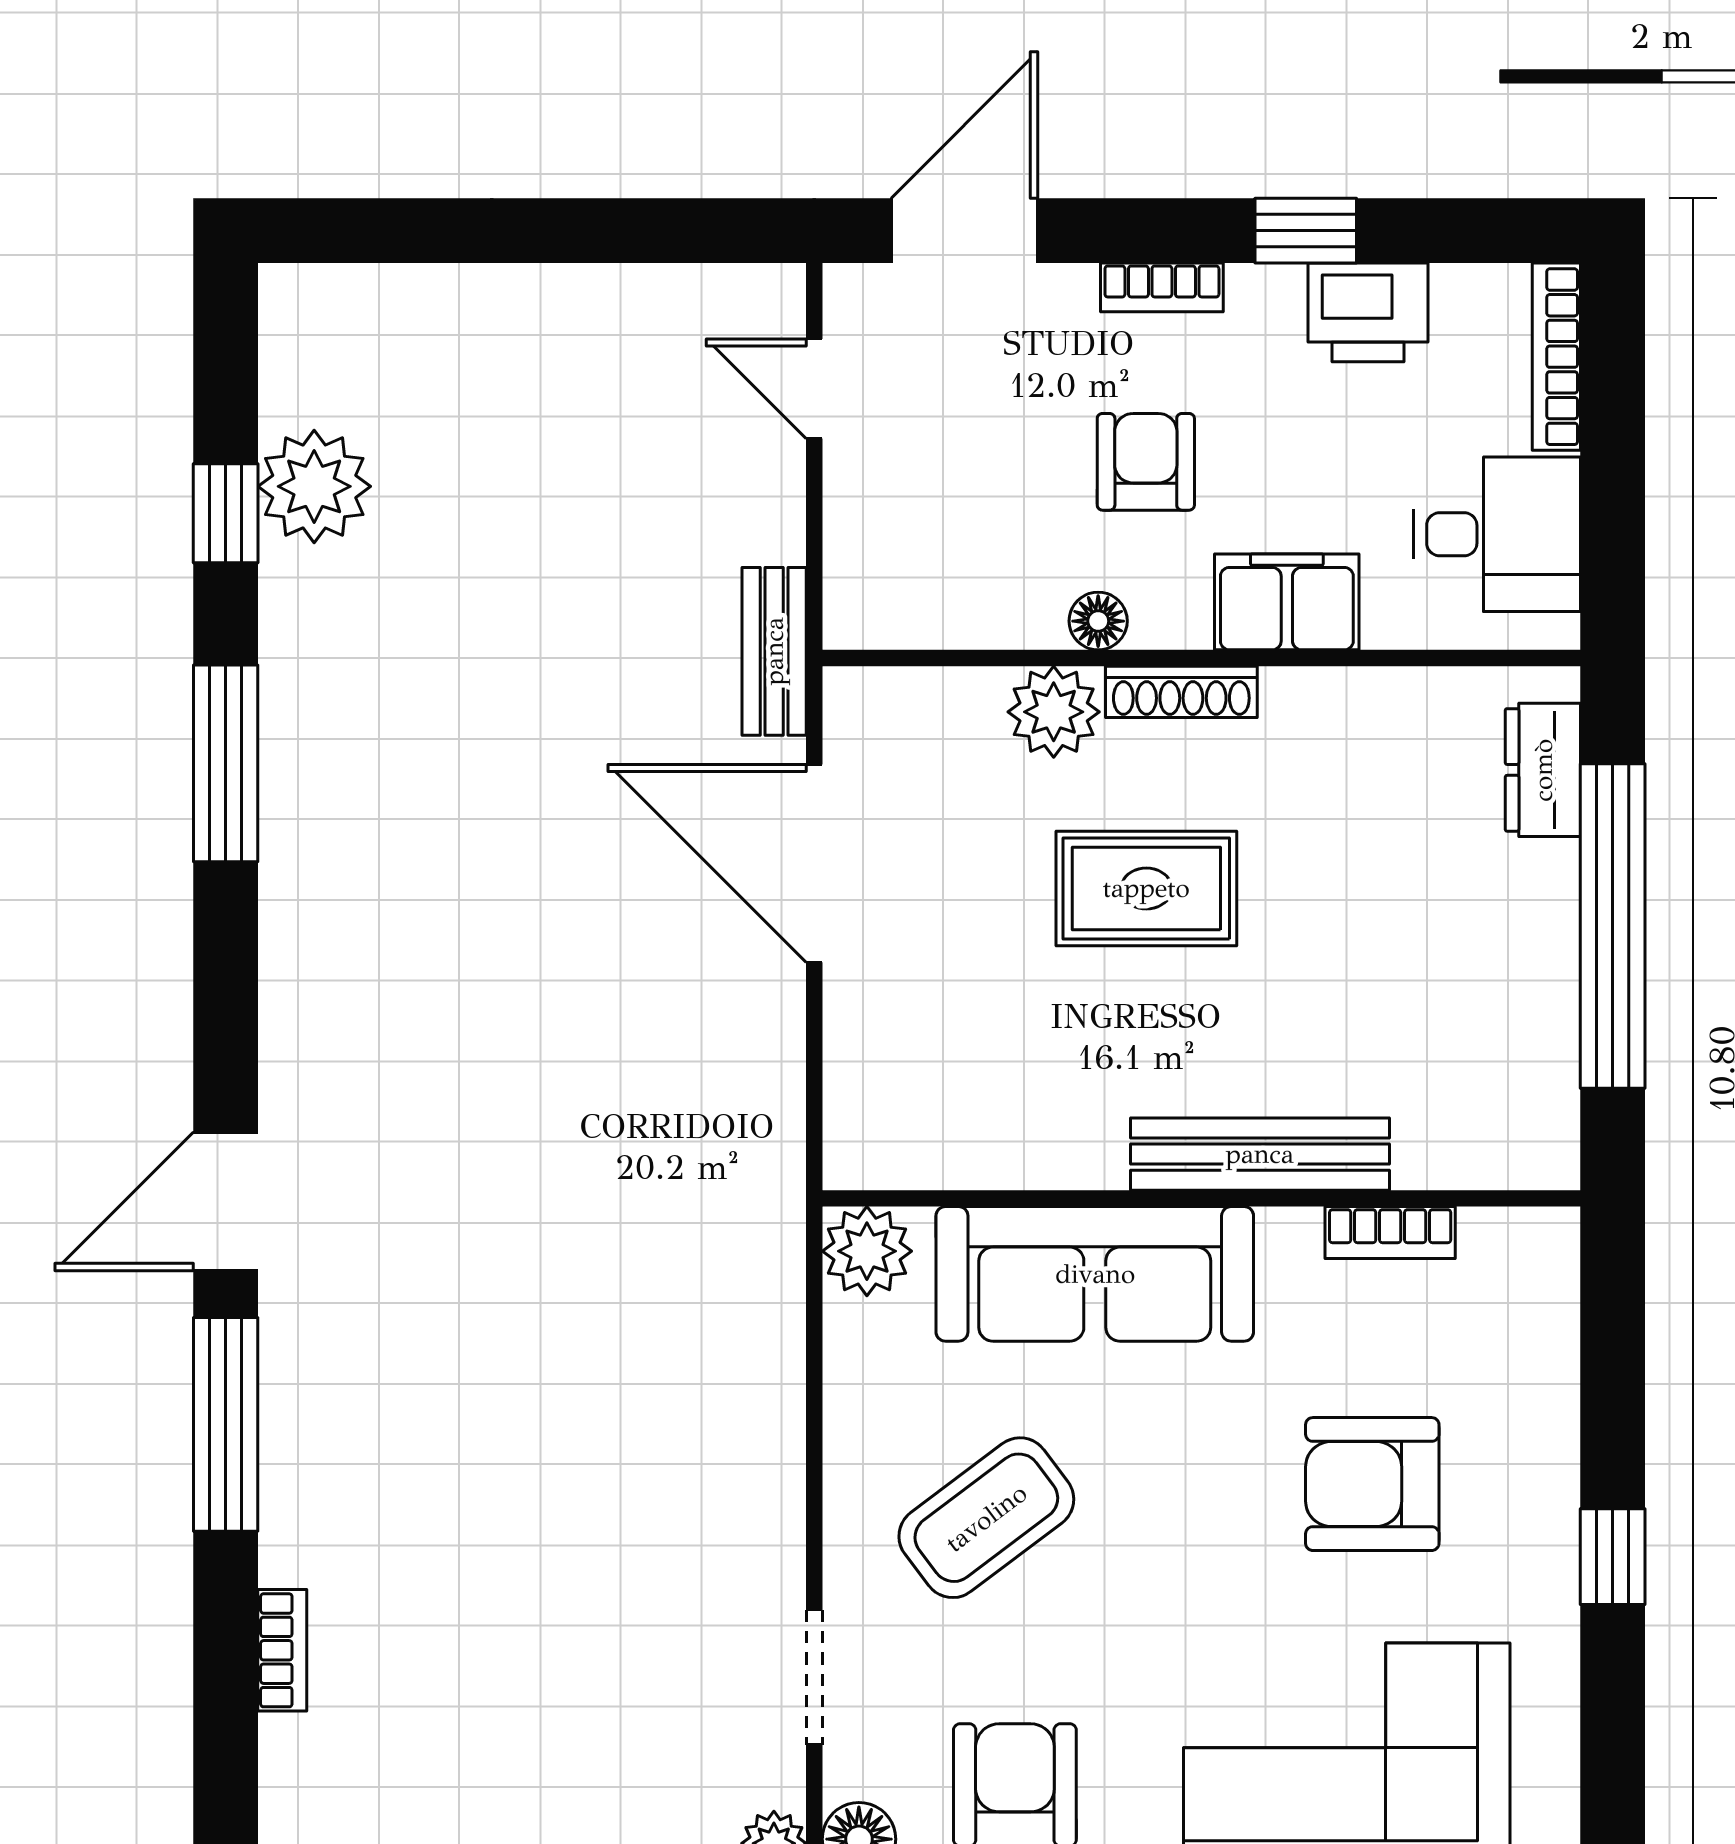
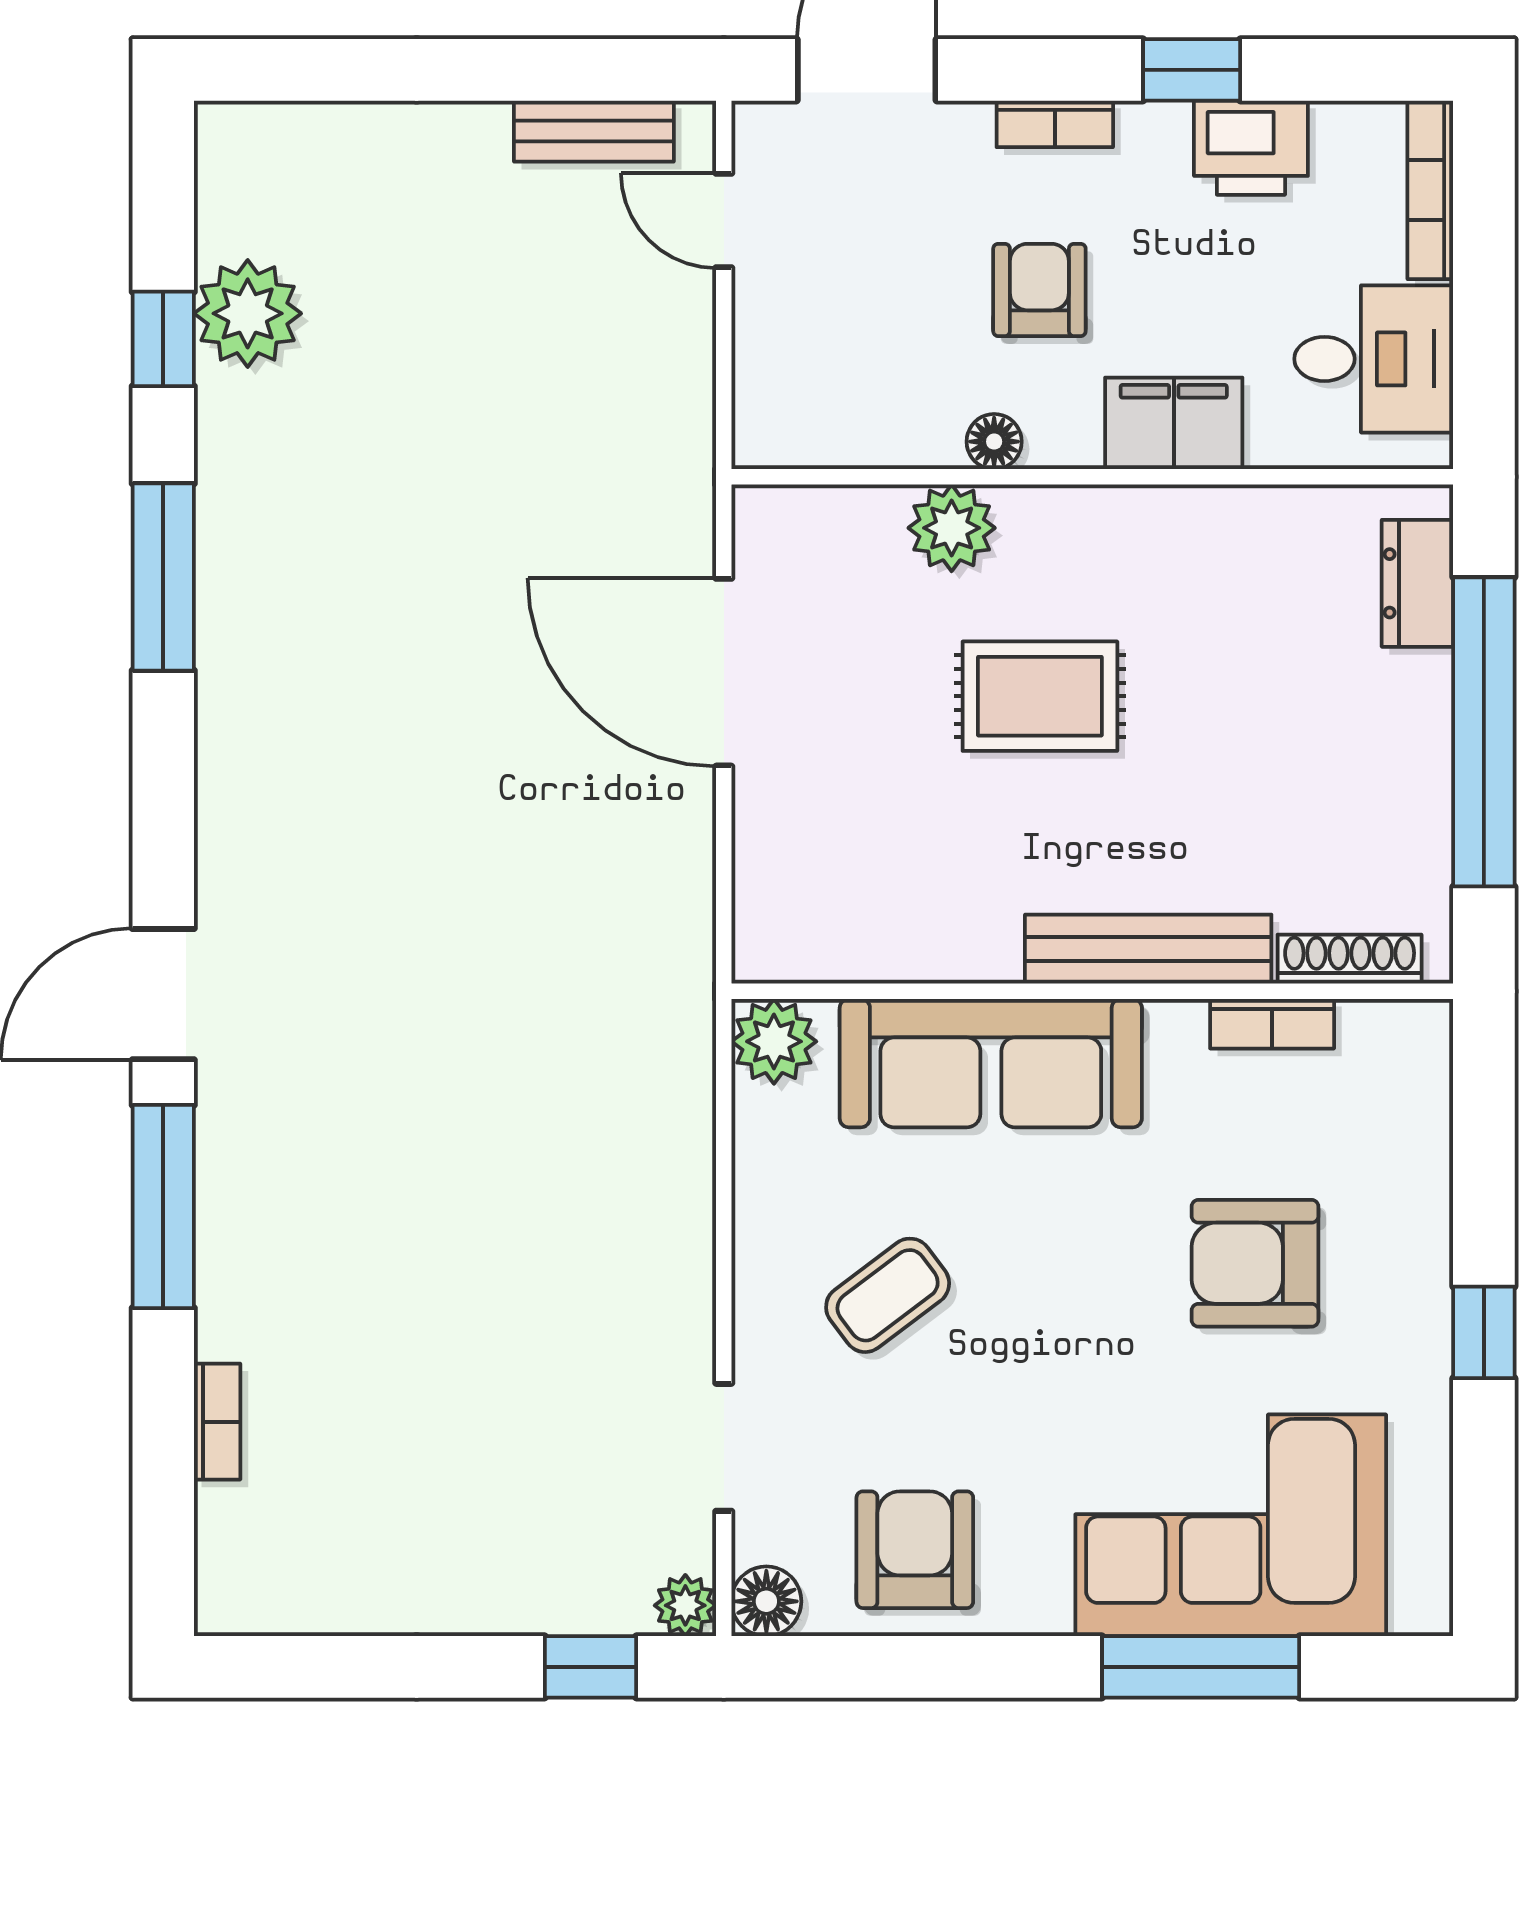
bench: (774, 651) -> (594, 131), moved, turned 90
shoe rack: (1181, 692) -> (1350, 959), moved, turned 180
coffee table: (986, 1518) -> (888, 1295), width x0.73, depth x0.77

